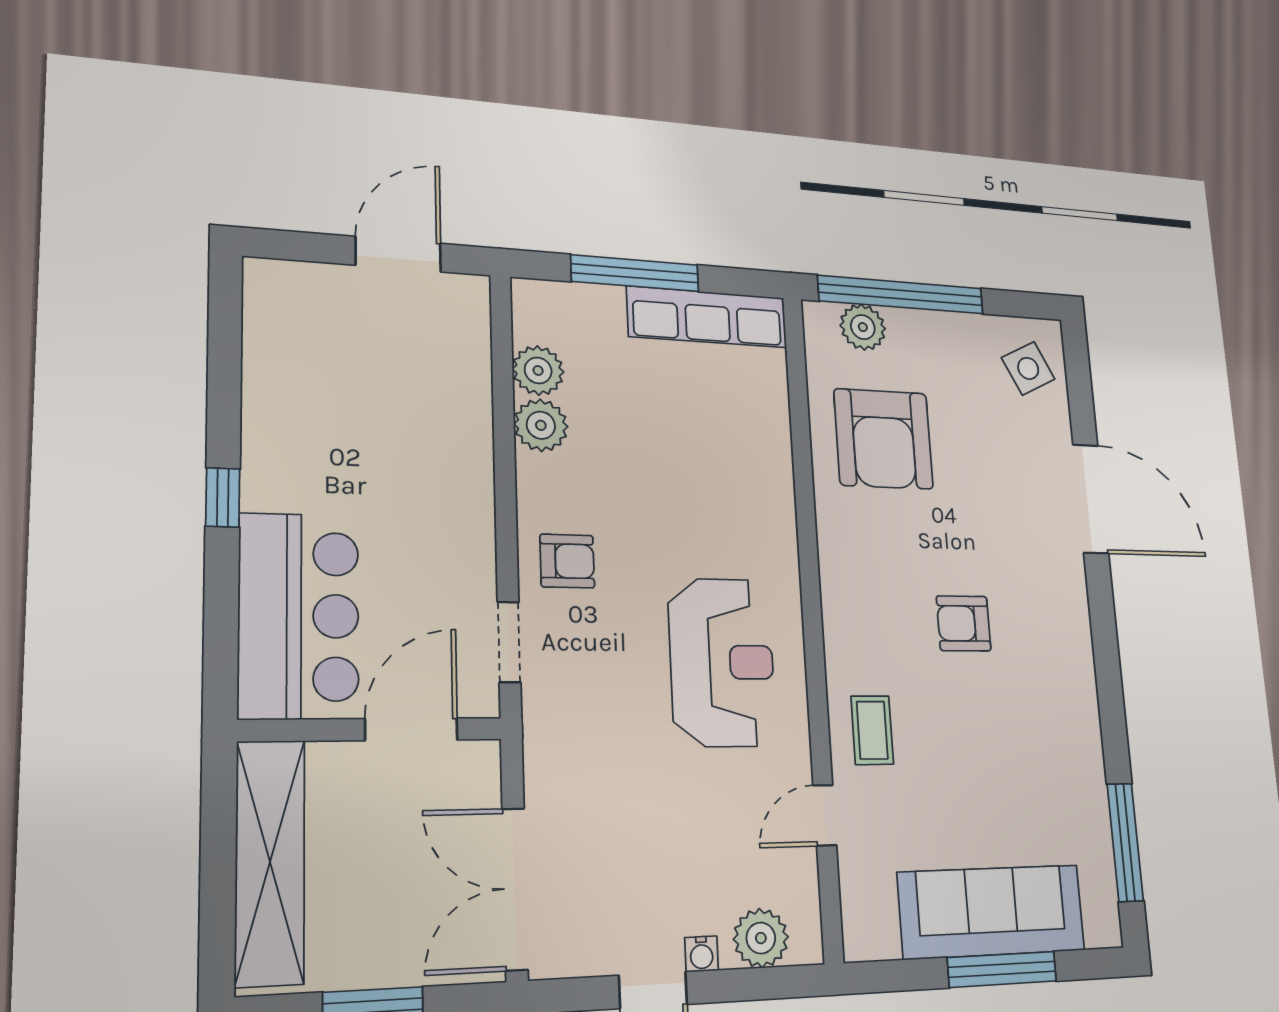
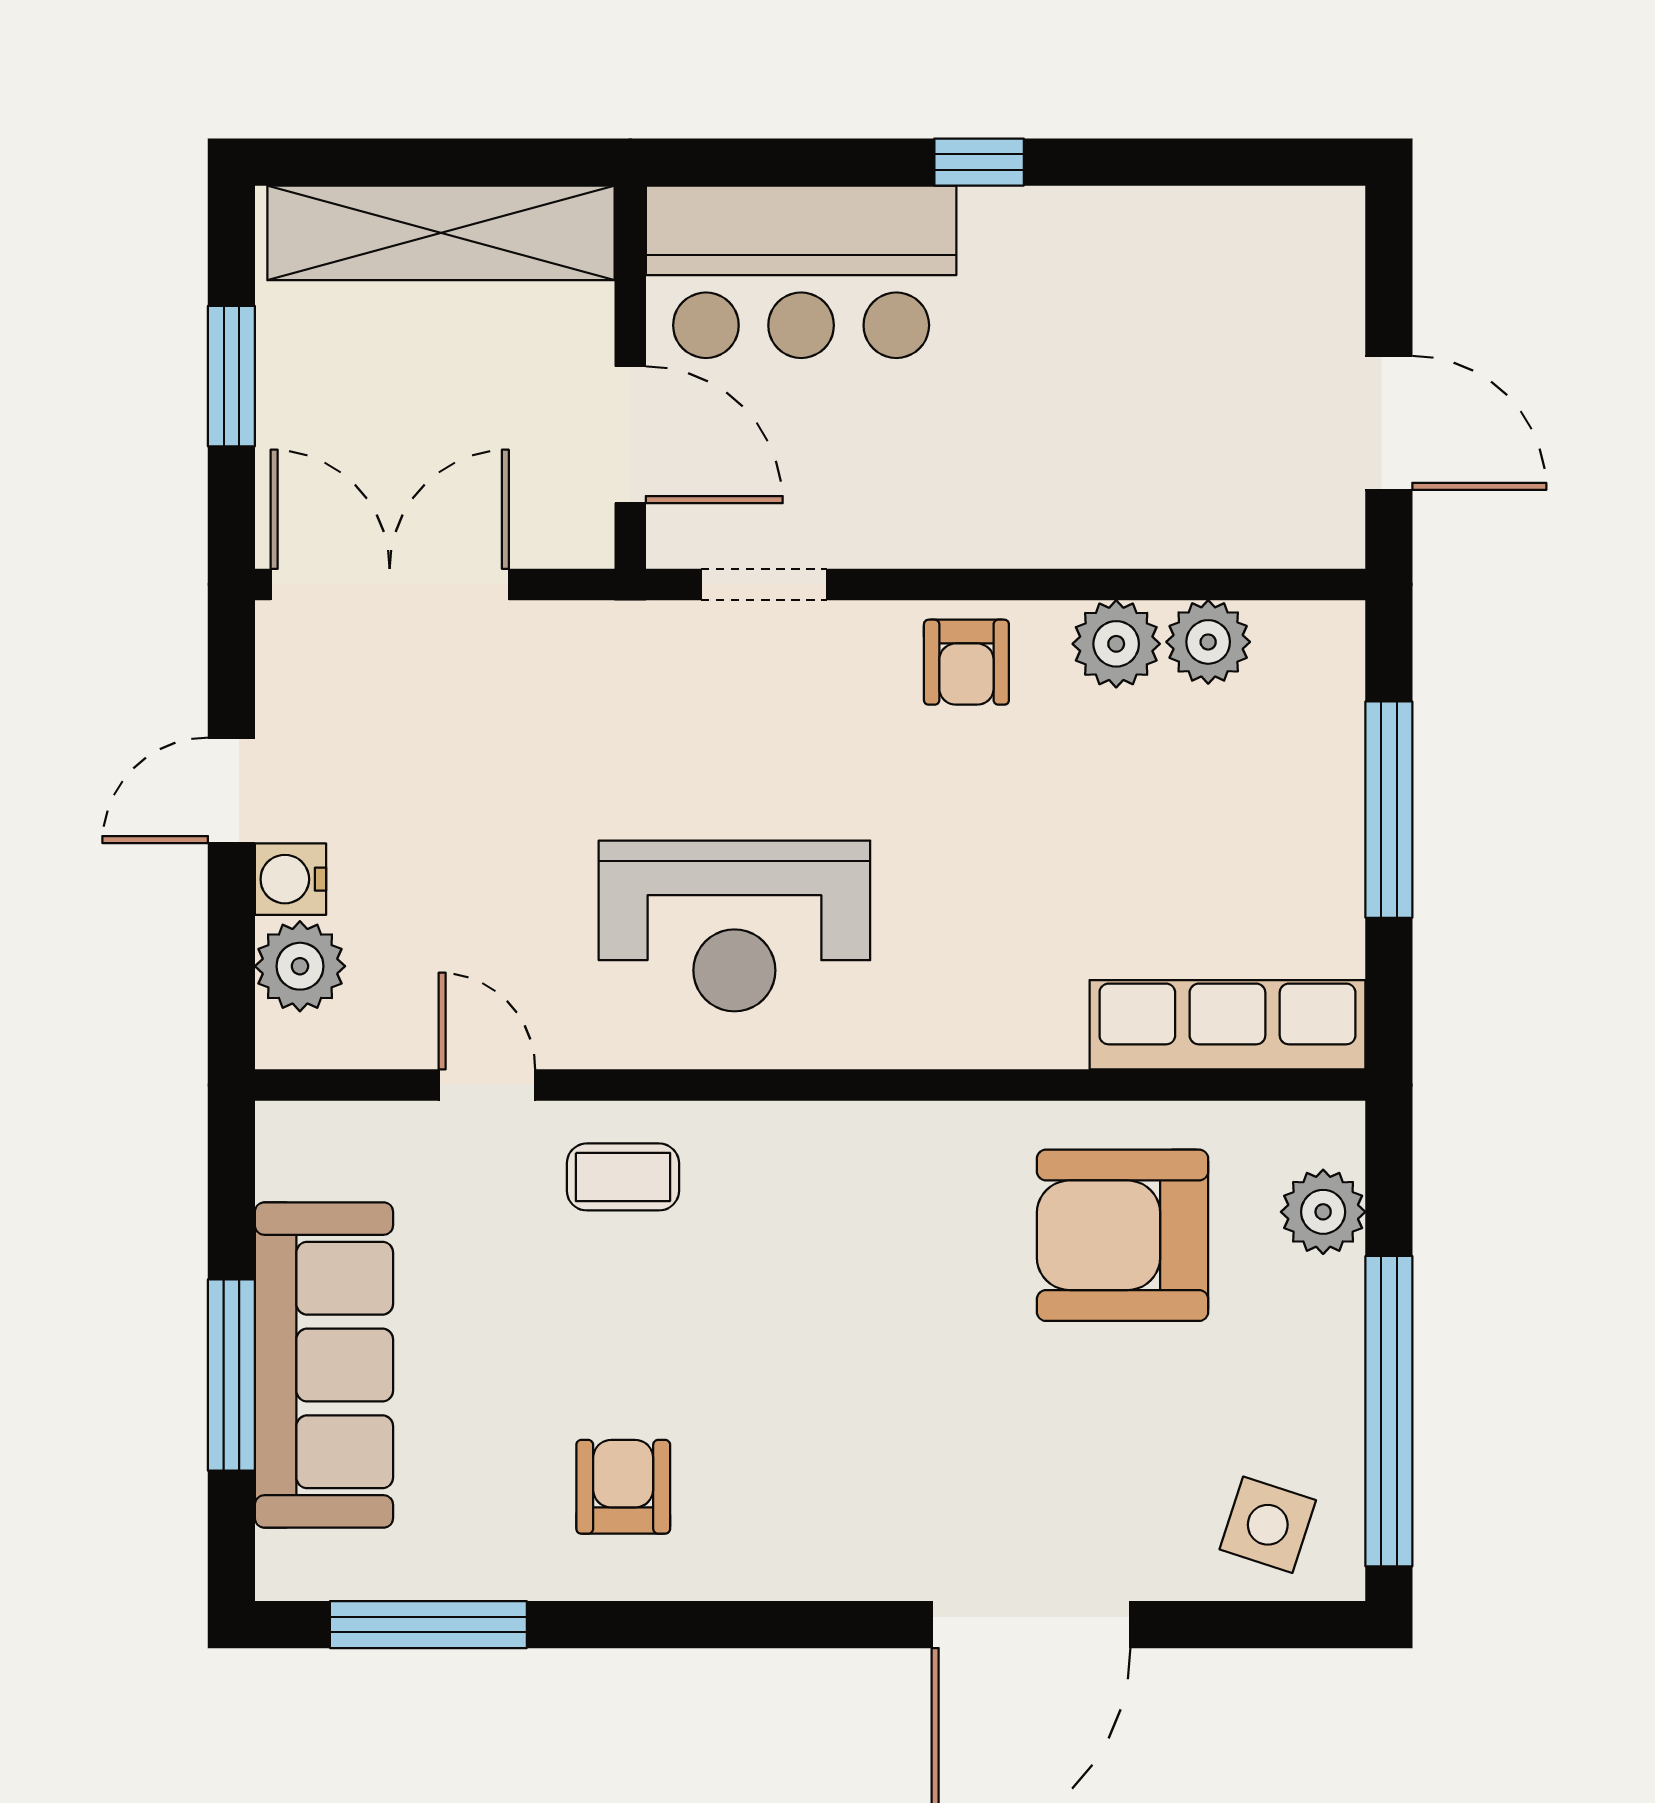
window: (901, 295) -> (1389, 1411), moved
row of seats: (707, 317) -> (1227, 1025), moved, turned 90
side table: (1028, 368) -> (1268, 1525), turned 45
armchair: (567, 561) -> (966, 662), moved
armchair: (964, 623) -> (623, 1487), moved
water cooler: (702, 954) -> (291, 879), width x1.38, depth x1.38

